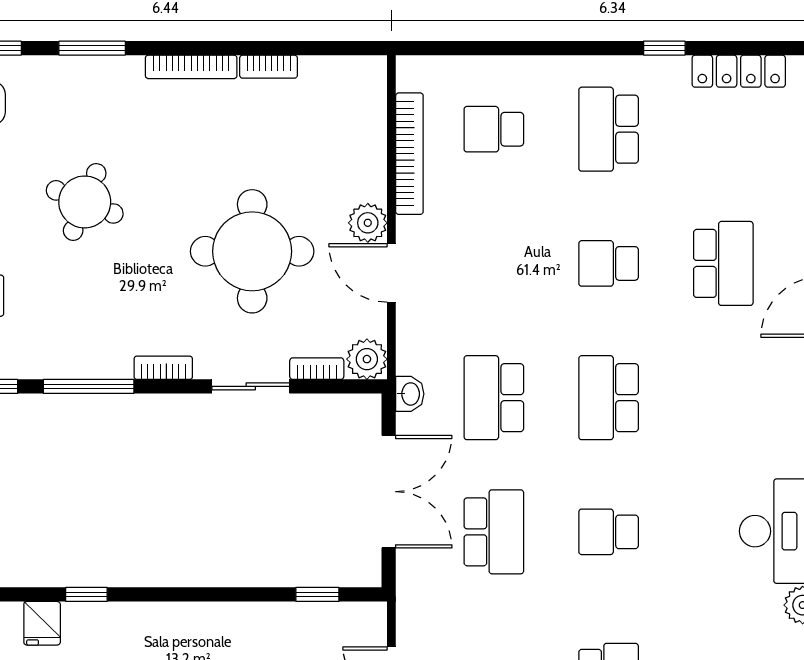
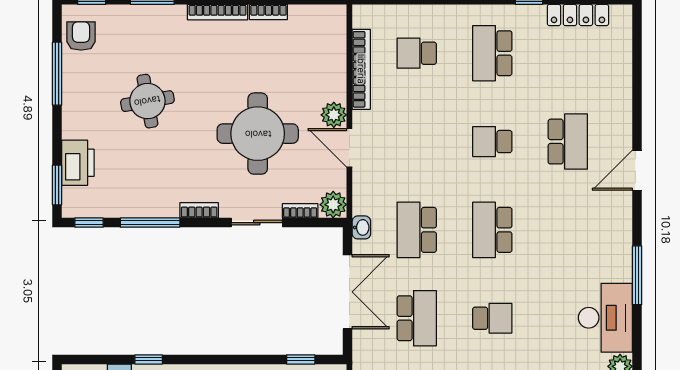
round table: (85, 202) -> (147, 101), turned -32
school desk: (609, 532) -> (492, 318), turned 180

